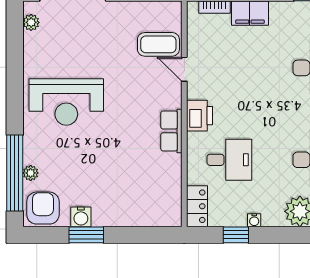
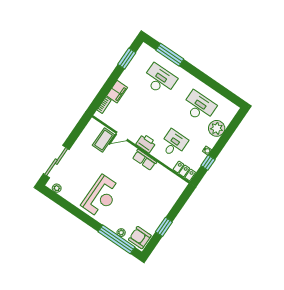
water cooler: (81, 217) -> (155, 224), removed

